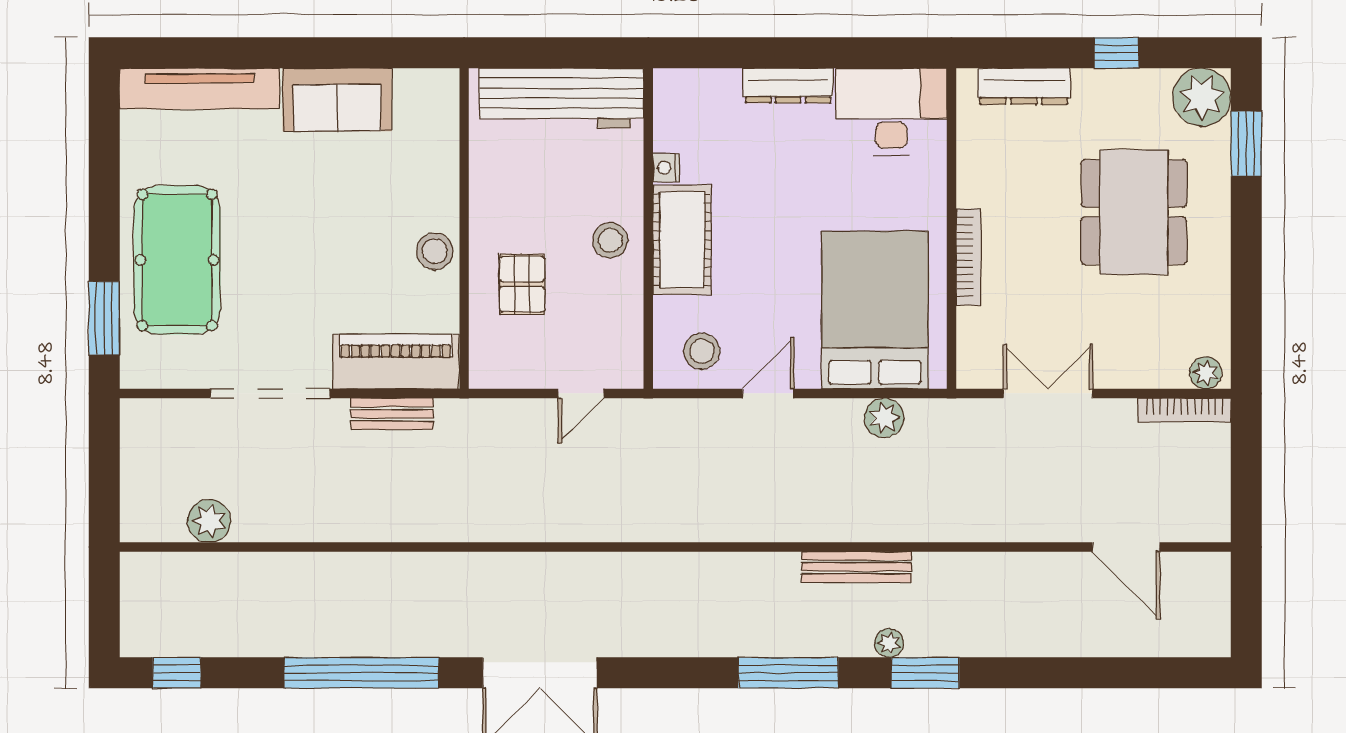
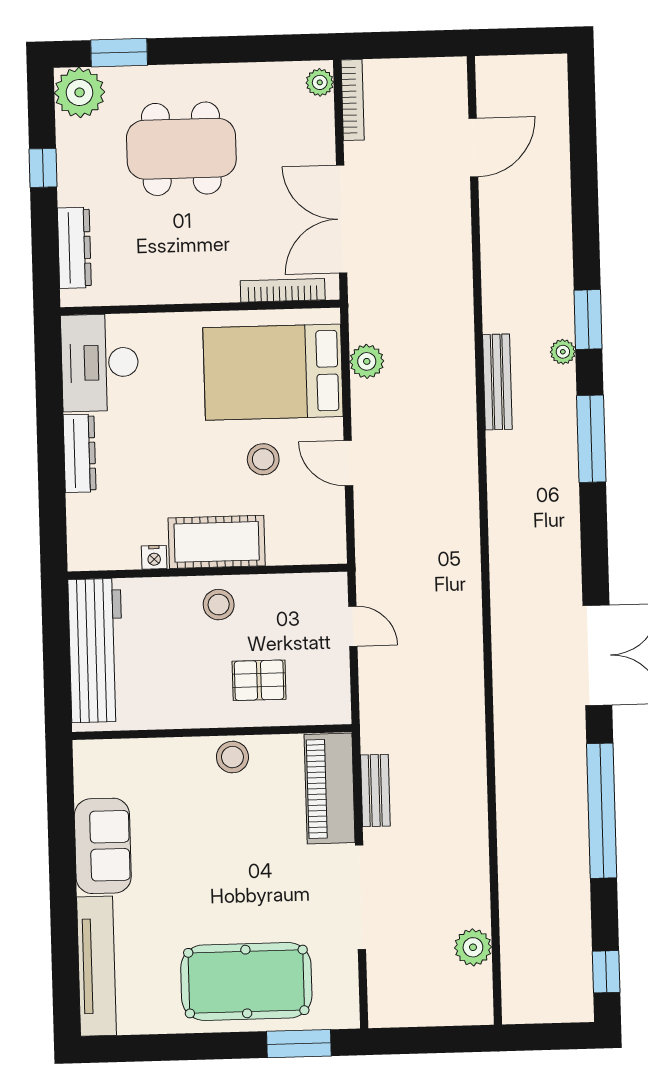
bookcase: (968, 257) -> (283, 290), moved
stool: (702, 351) -> (263, 459), moved
double door: (1048, 393) -> (342, 219), width x1.37

